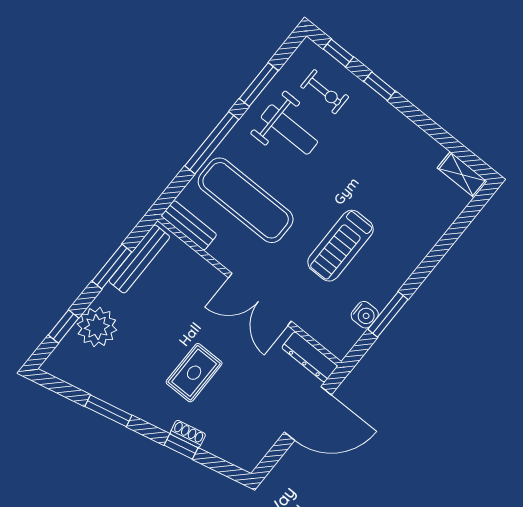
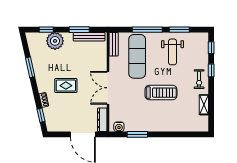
exercise bike: (325, 92) -> (199, 79), moved
shelving: (462, 175) -> (204, 105), moved
treadmill: (341, 246) -> (161, 93), moved, turned 180
water cooler: (365, 315) -> (119, 127), moved
window: (181, 447) -> (41, 115), moved

